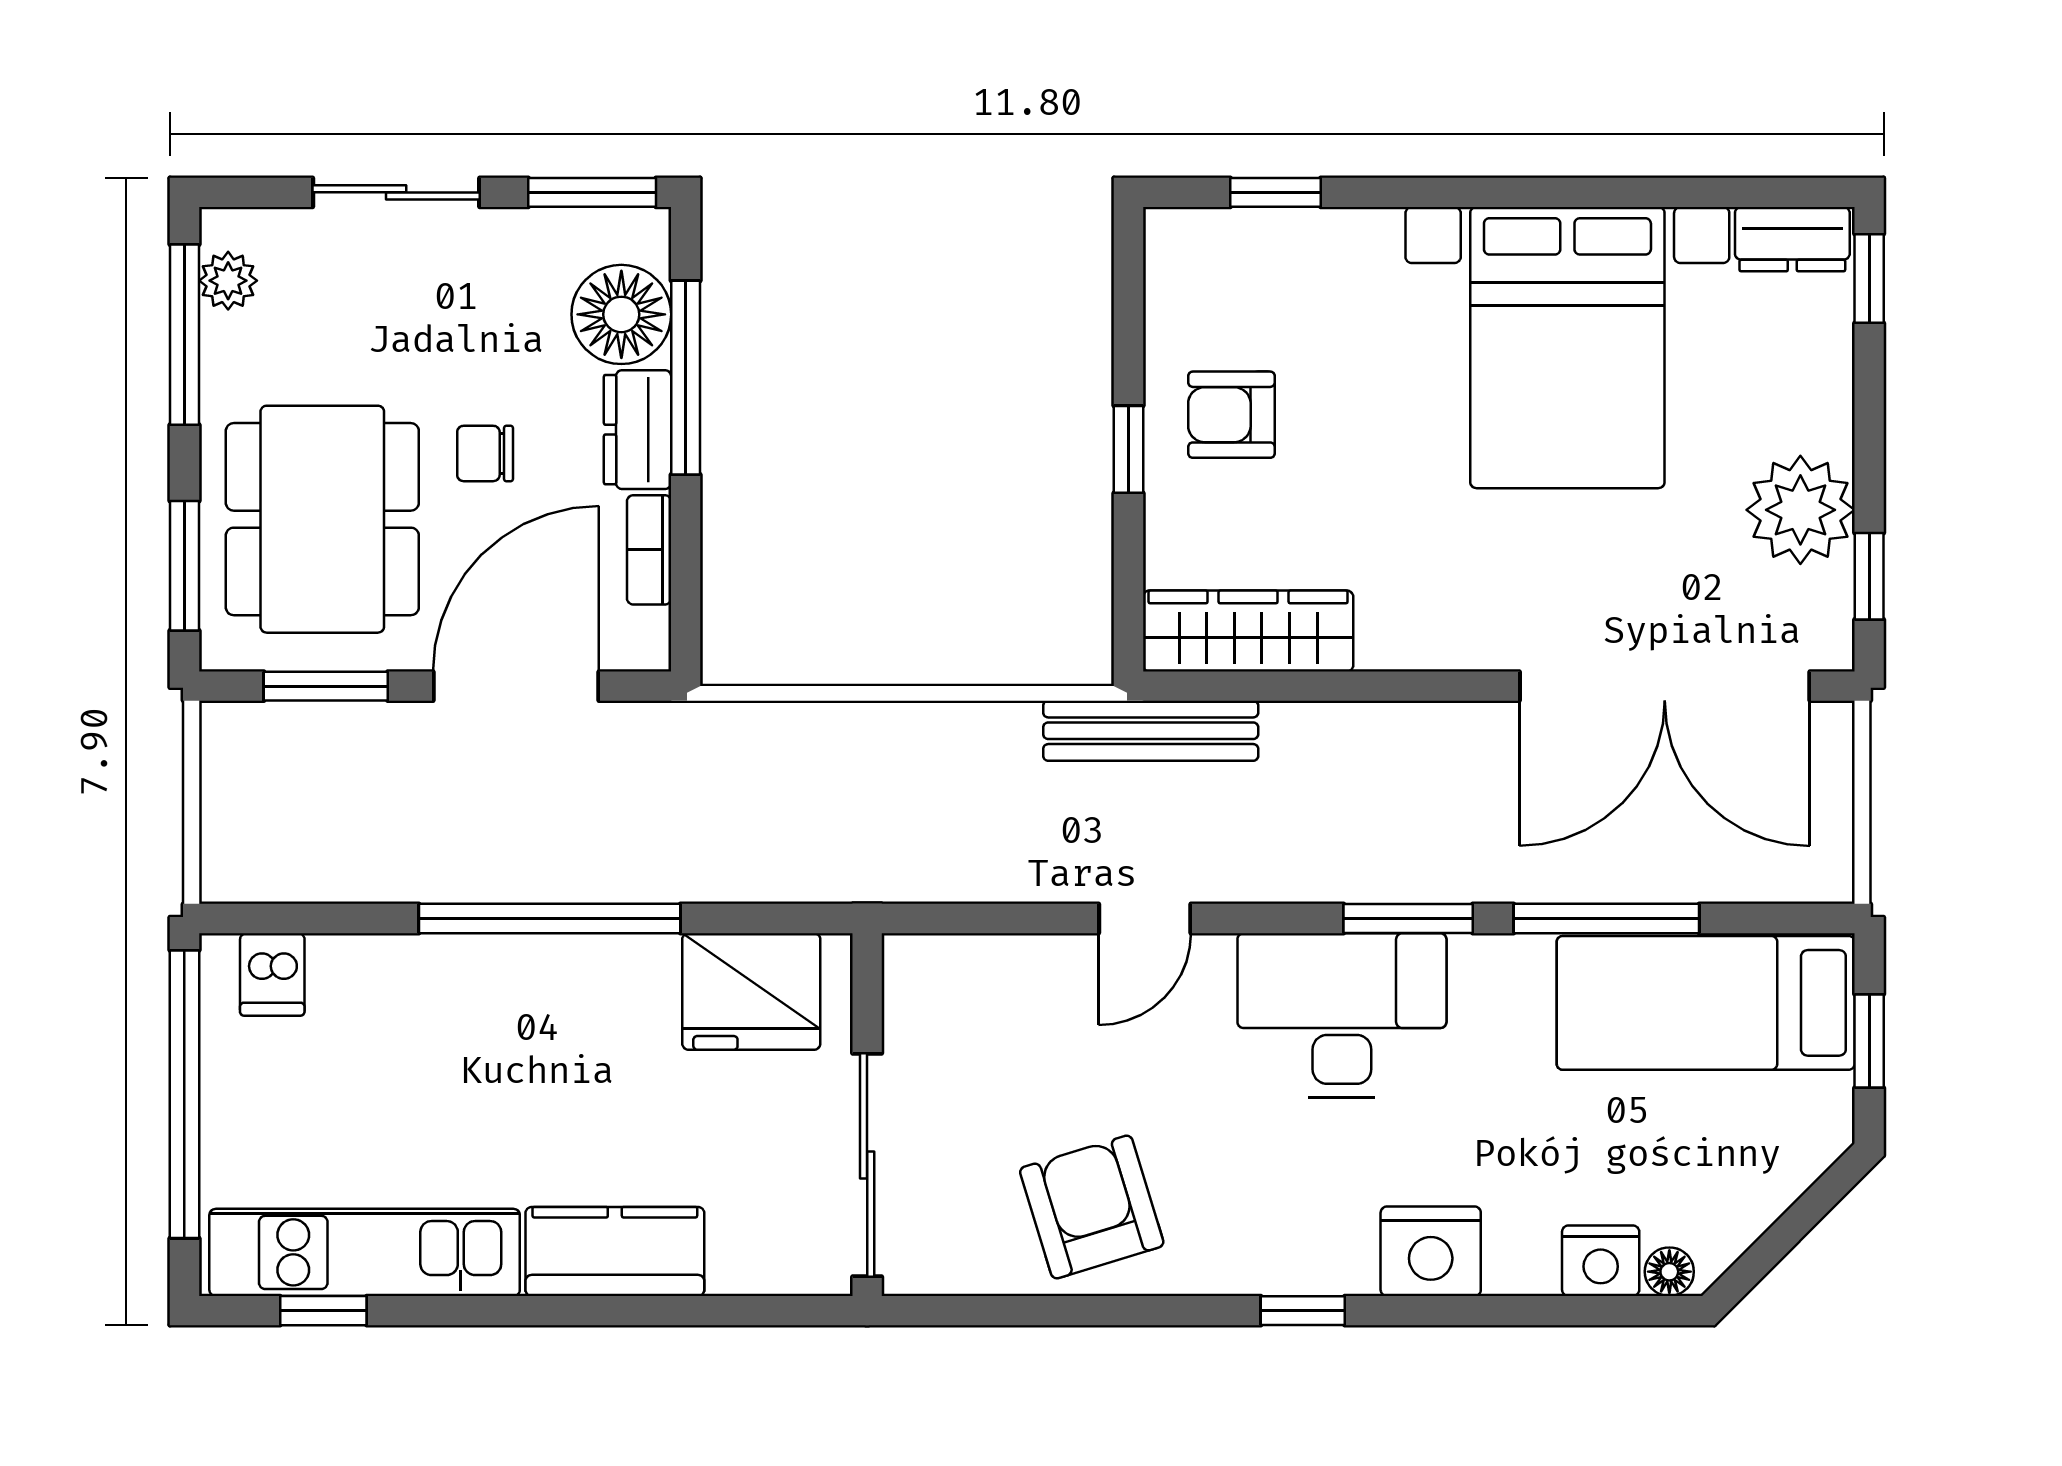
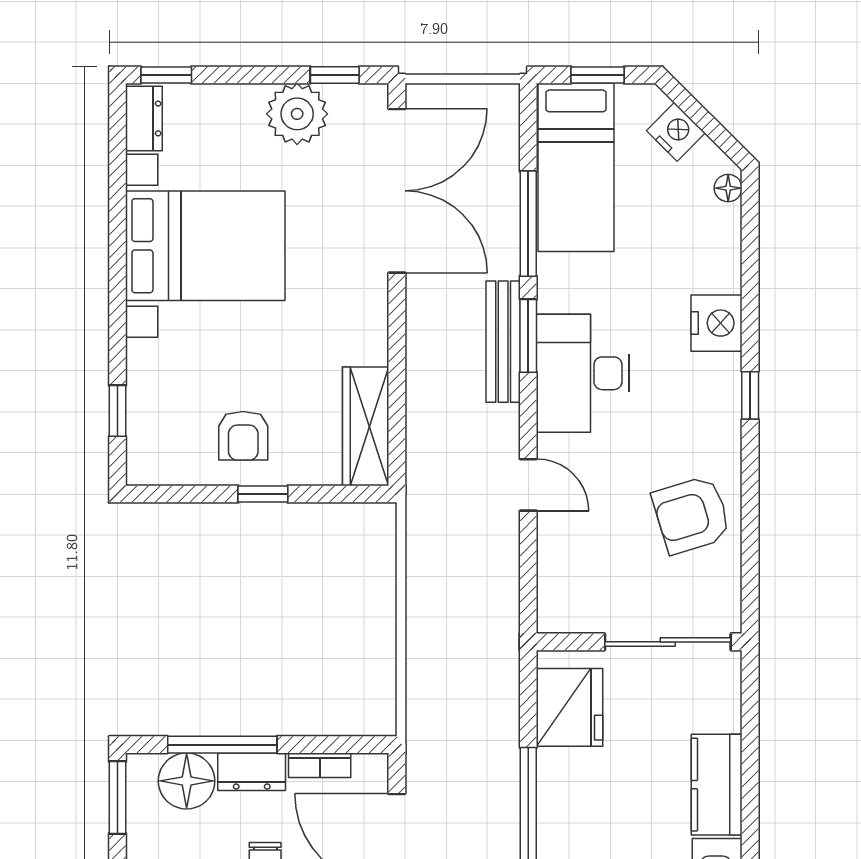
bench: (1151, 731) -> (503, 342), moved
nightstand: (1601, 1261) -> (676, 132), moved, turned -45

